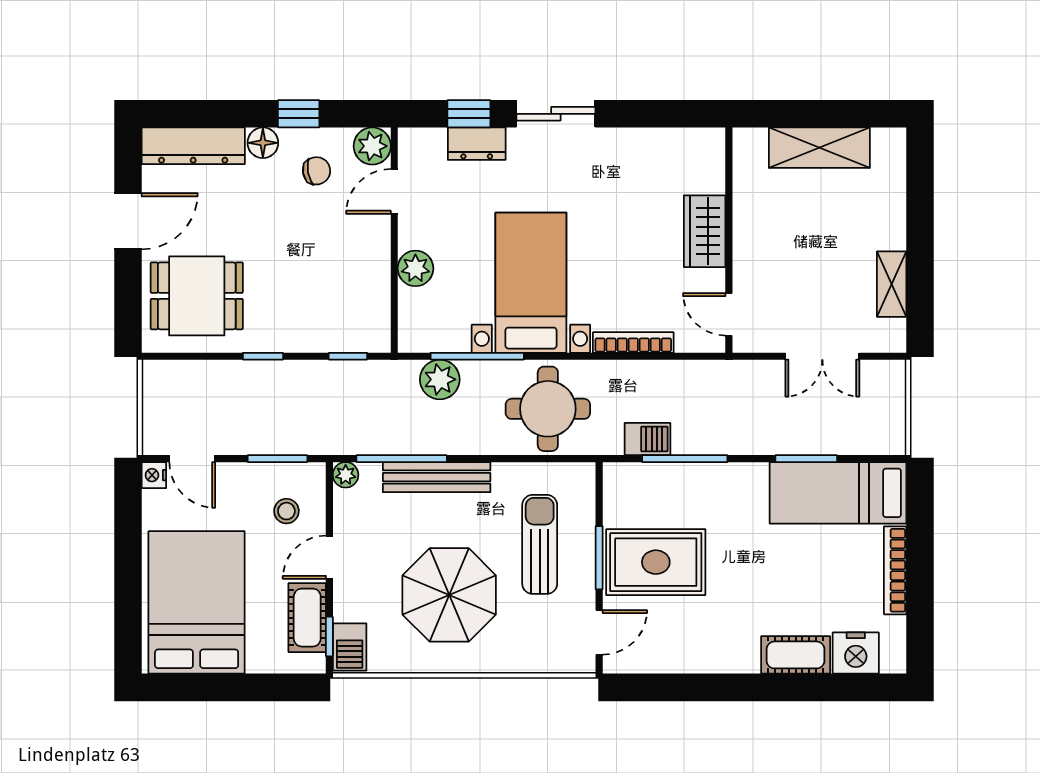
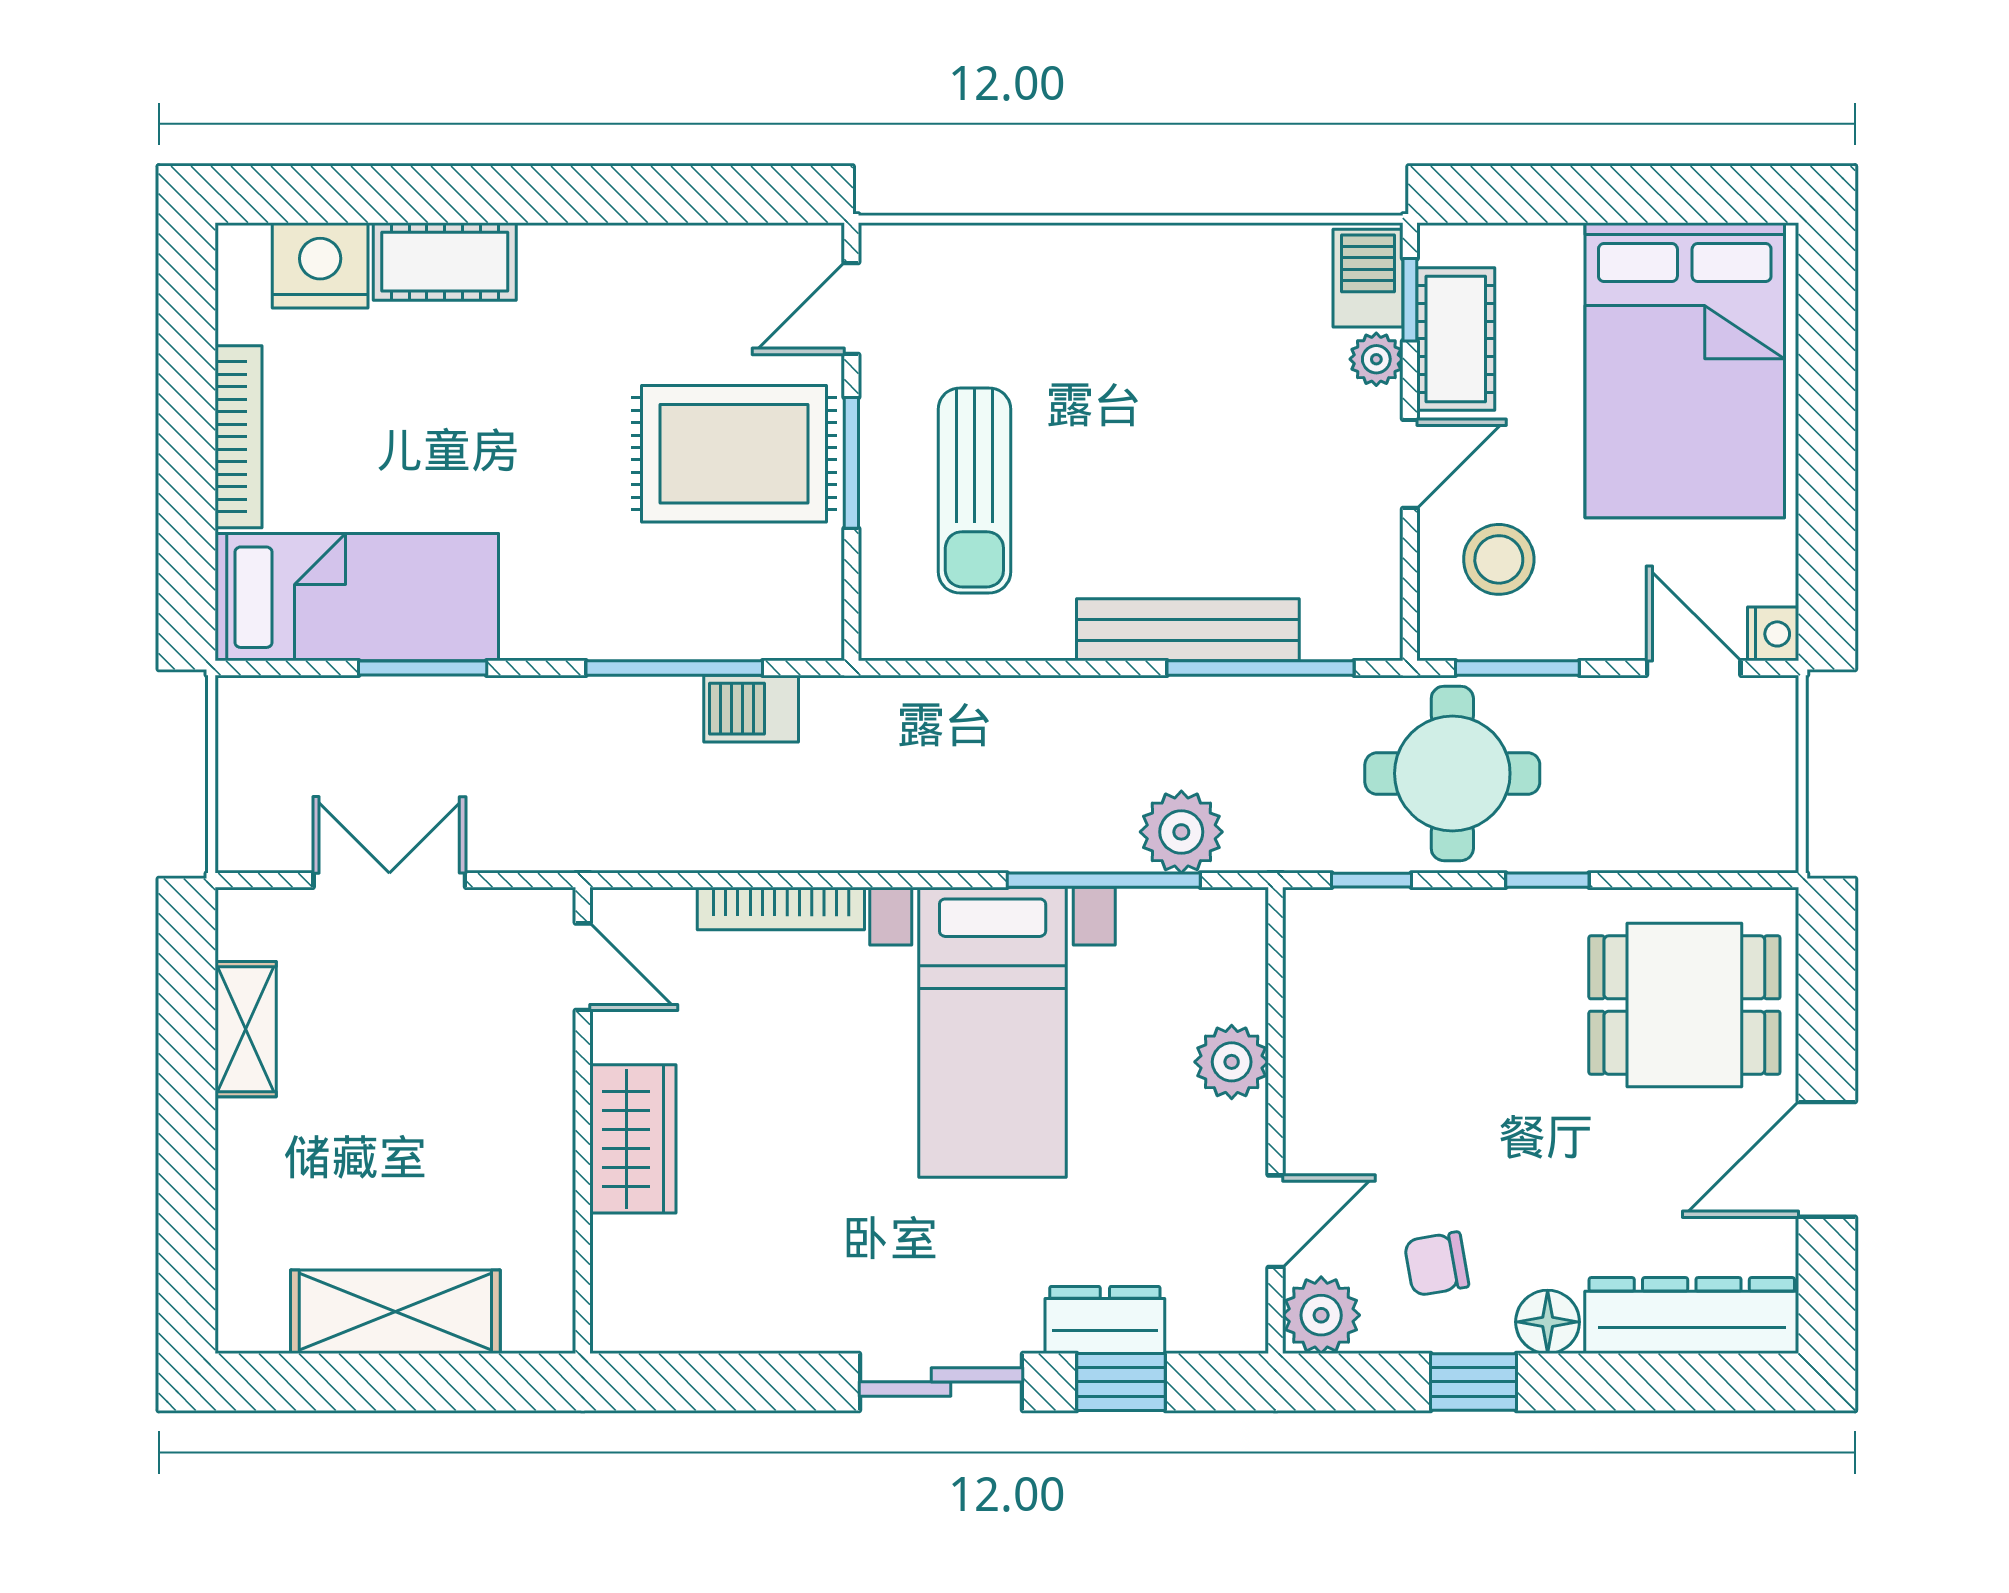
round table: (548, 409) -> (1452, 773), moved
plant: (346, 475) -> (1376, 359), moved
stool: (286, 511) -> (1499, 559), width x1.37, depth x1.37
parasol: (449, 595) -> (1162, 386), removed

